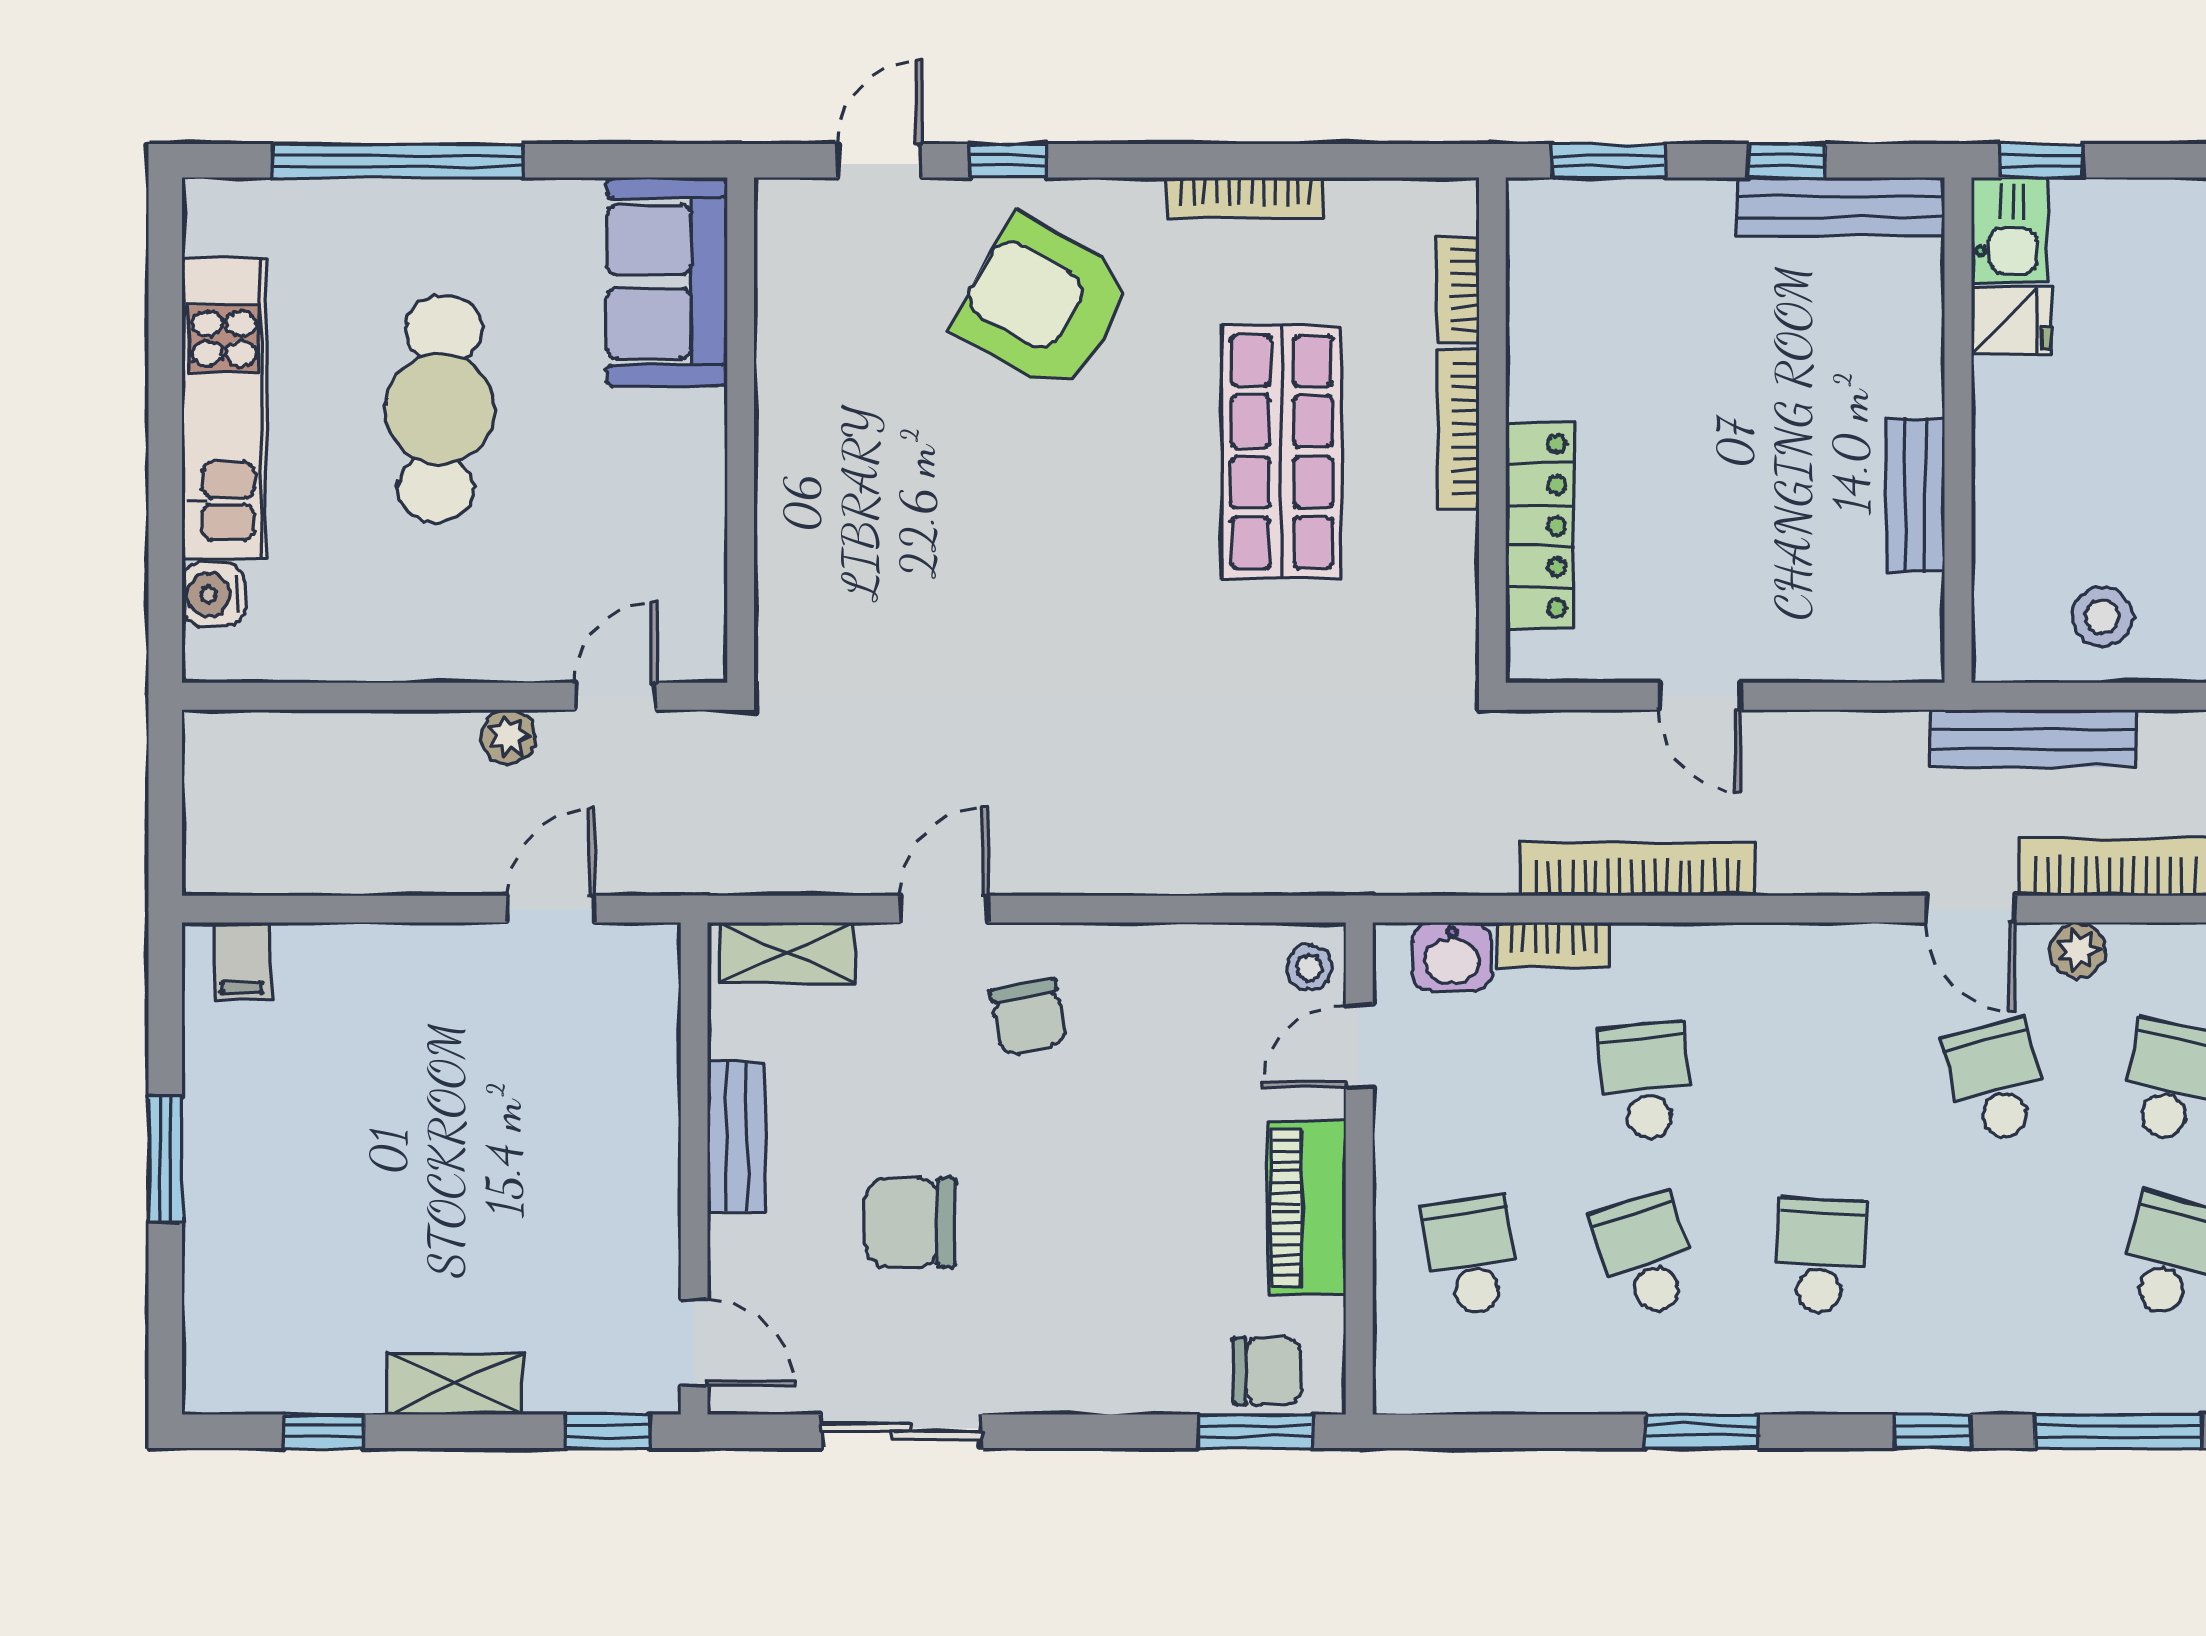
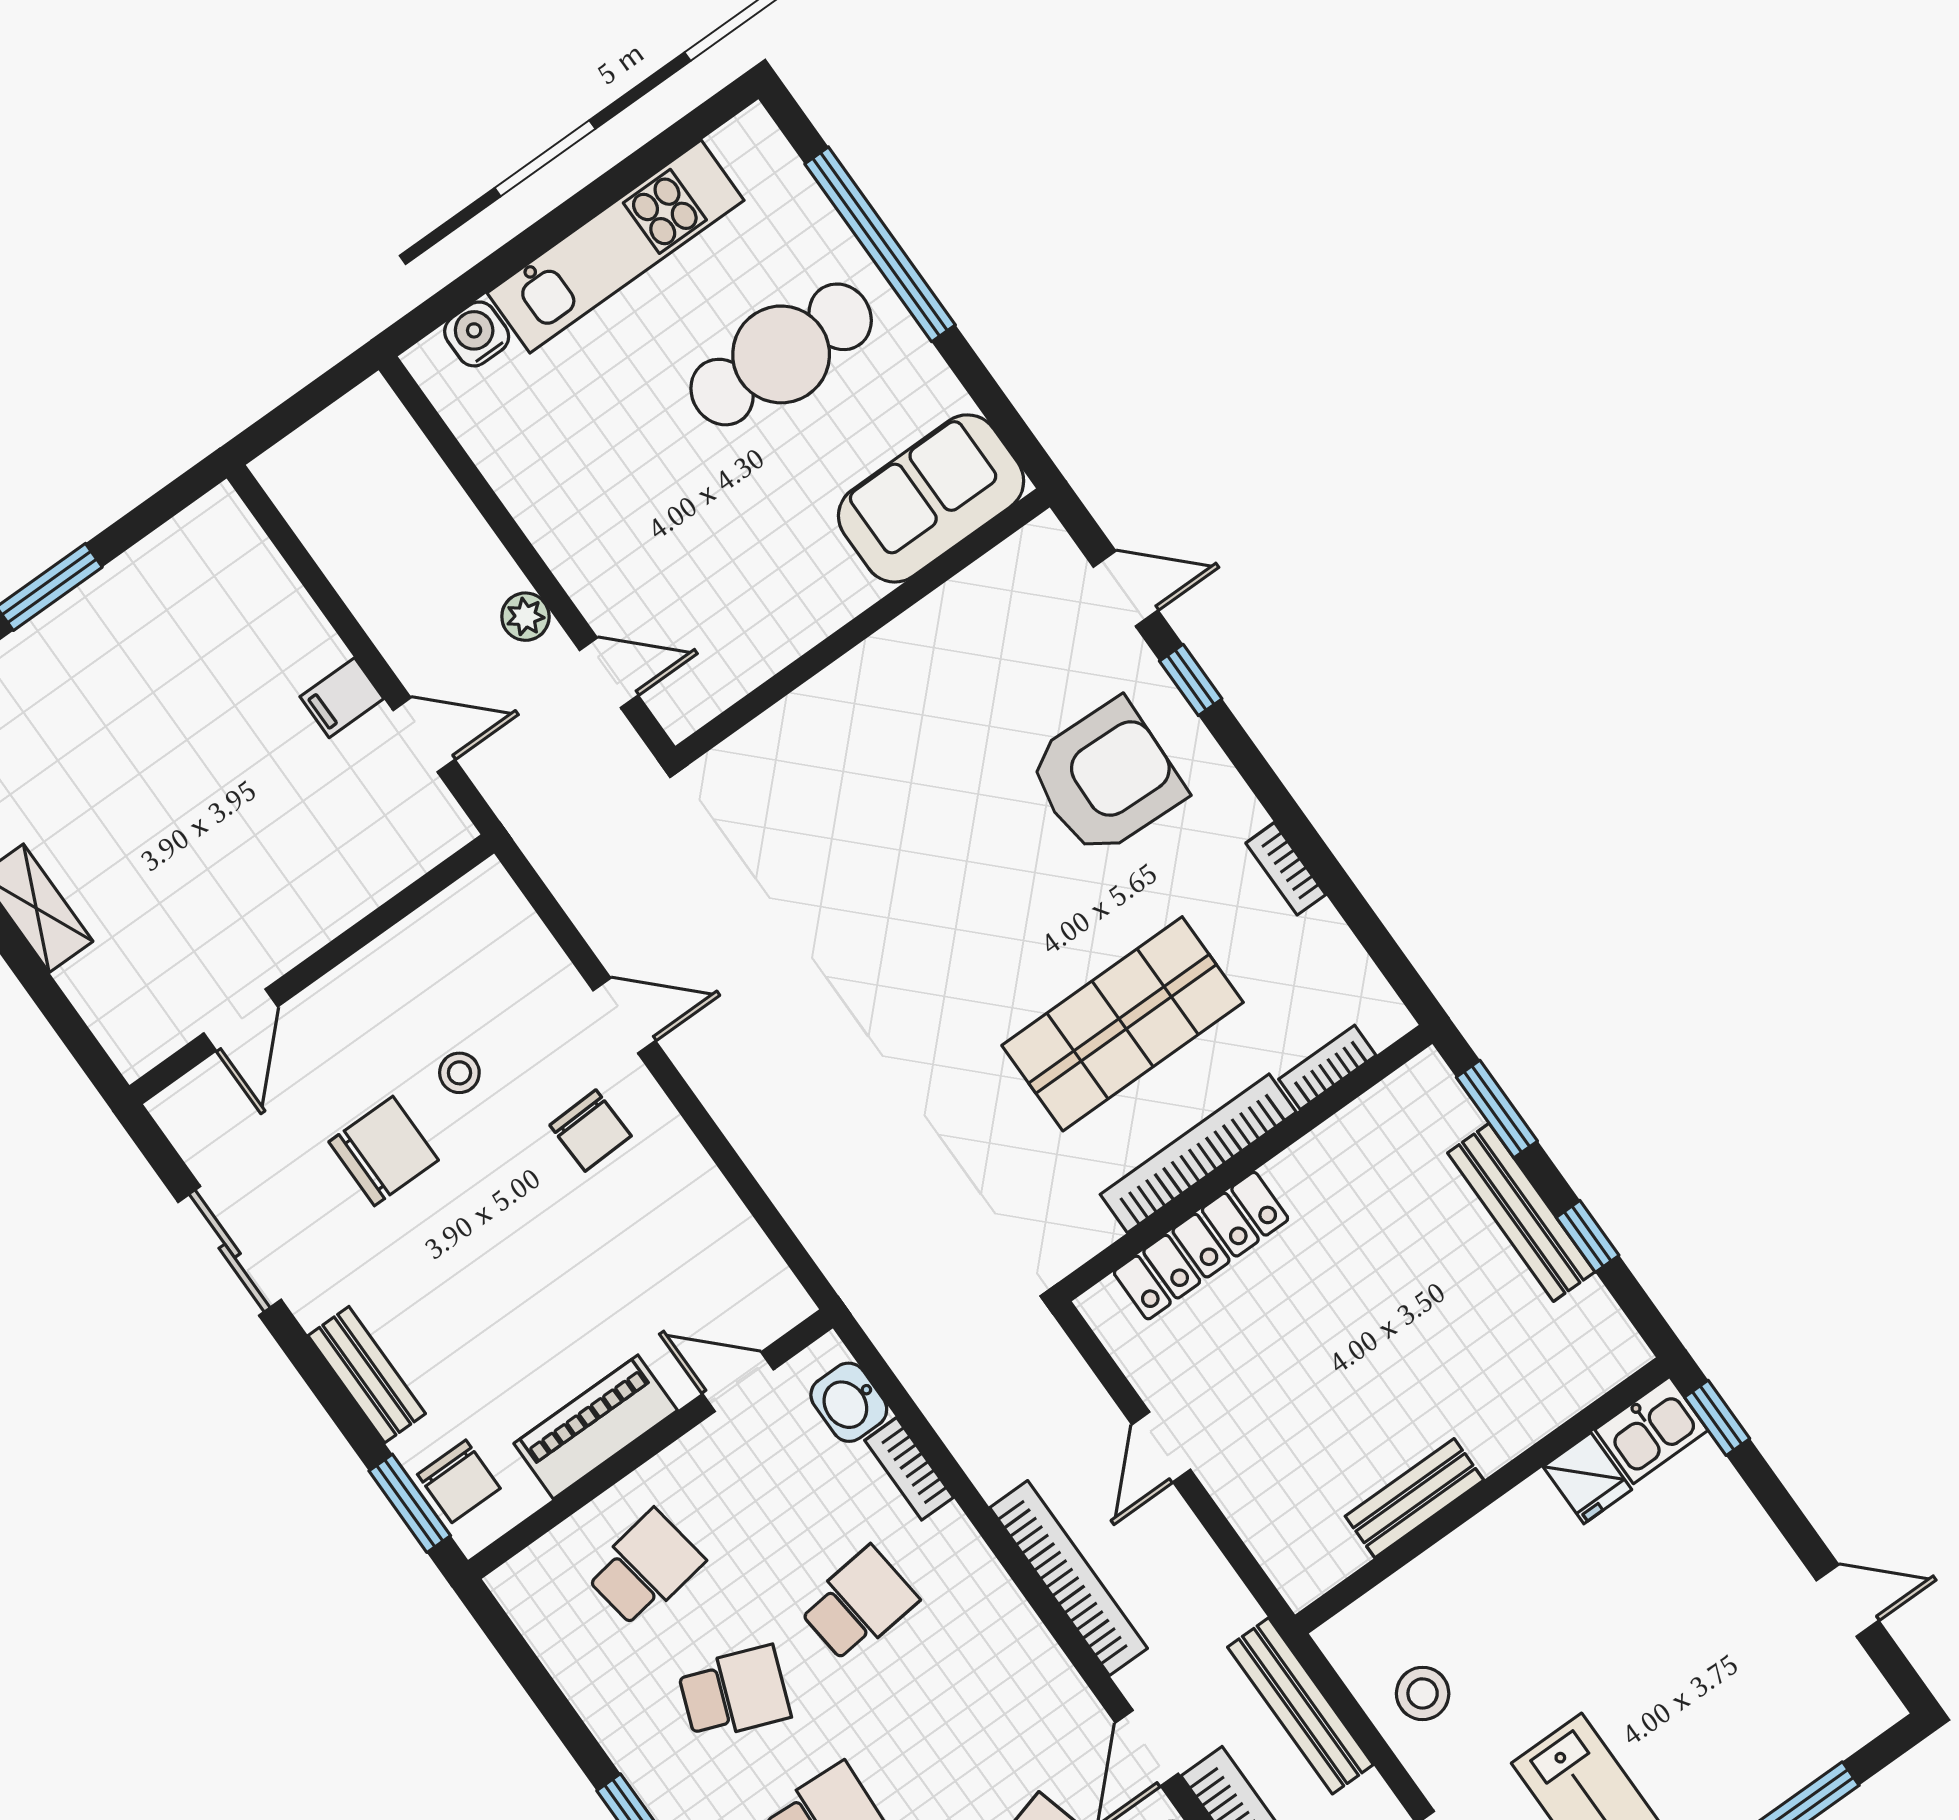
bookcase: (1246, 198) -> (1286, 869), width x0.64
bench: (1841, 207) -> (1521, 1212), moved
armchair: (1043, 304) -> (1106, 778), turned 62
cafe table: (440, 409) -> (781, 354), moved
bookcase: (1459, 429) -> (1198, 1153), width x1.48, depth x1.31
bookcase: (1638, 869) -> (1069, 1578), moved
shelving: (786, 953) -> (513, 925), removed
filing cabinet: (242, 961) -> (342, 698), moved
stool: (1309, 968) -> (459, 1073), moved
chair: (1028, 1016) -> (591, 1131), turned -81
bench: (736, 1136) -> (367, 1375), moved, turned 90
chair: (910, 1222) -> (384, 1151), turned 90
school desk: (1646, 1256) -> (734, 1693), turned 39
door: (694, 1343) -> (241, 1020), moved
window: (608, 1431) -> (80, 1041), removed

